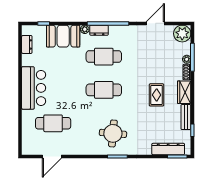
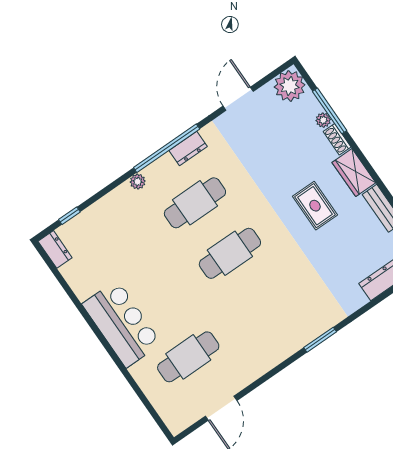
dresser: (99, 30) -> (188, 149), moved
booth: (63, 36) -> (112, 215), removed
dresser: (27, 44) -> (55, 249), moved
round table: (113, 133) -> (289, 310), removed

